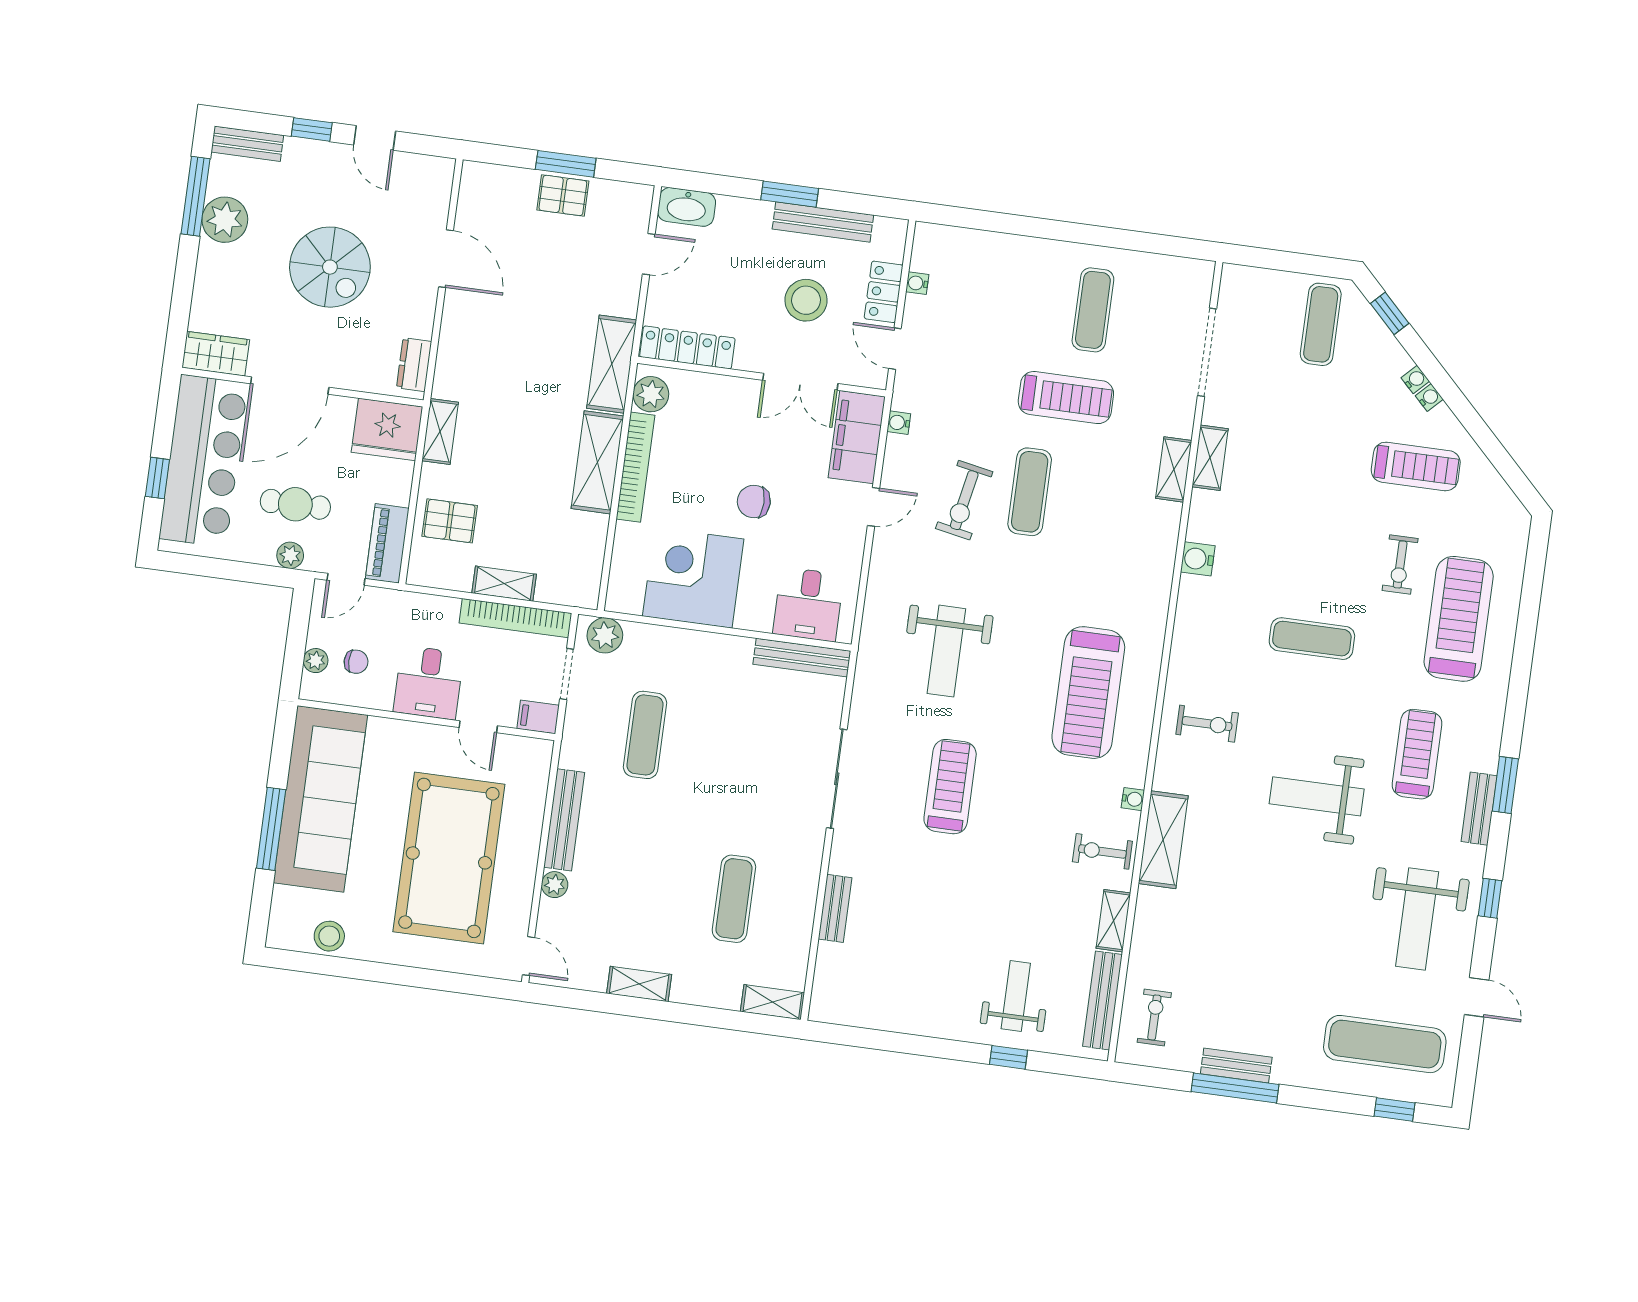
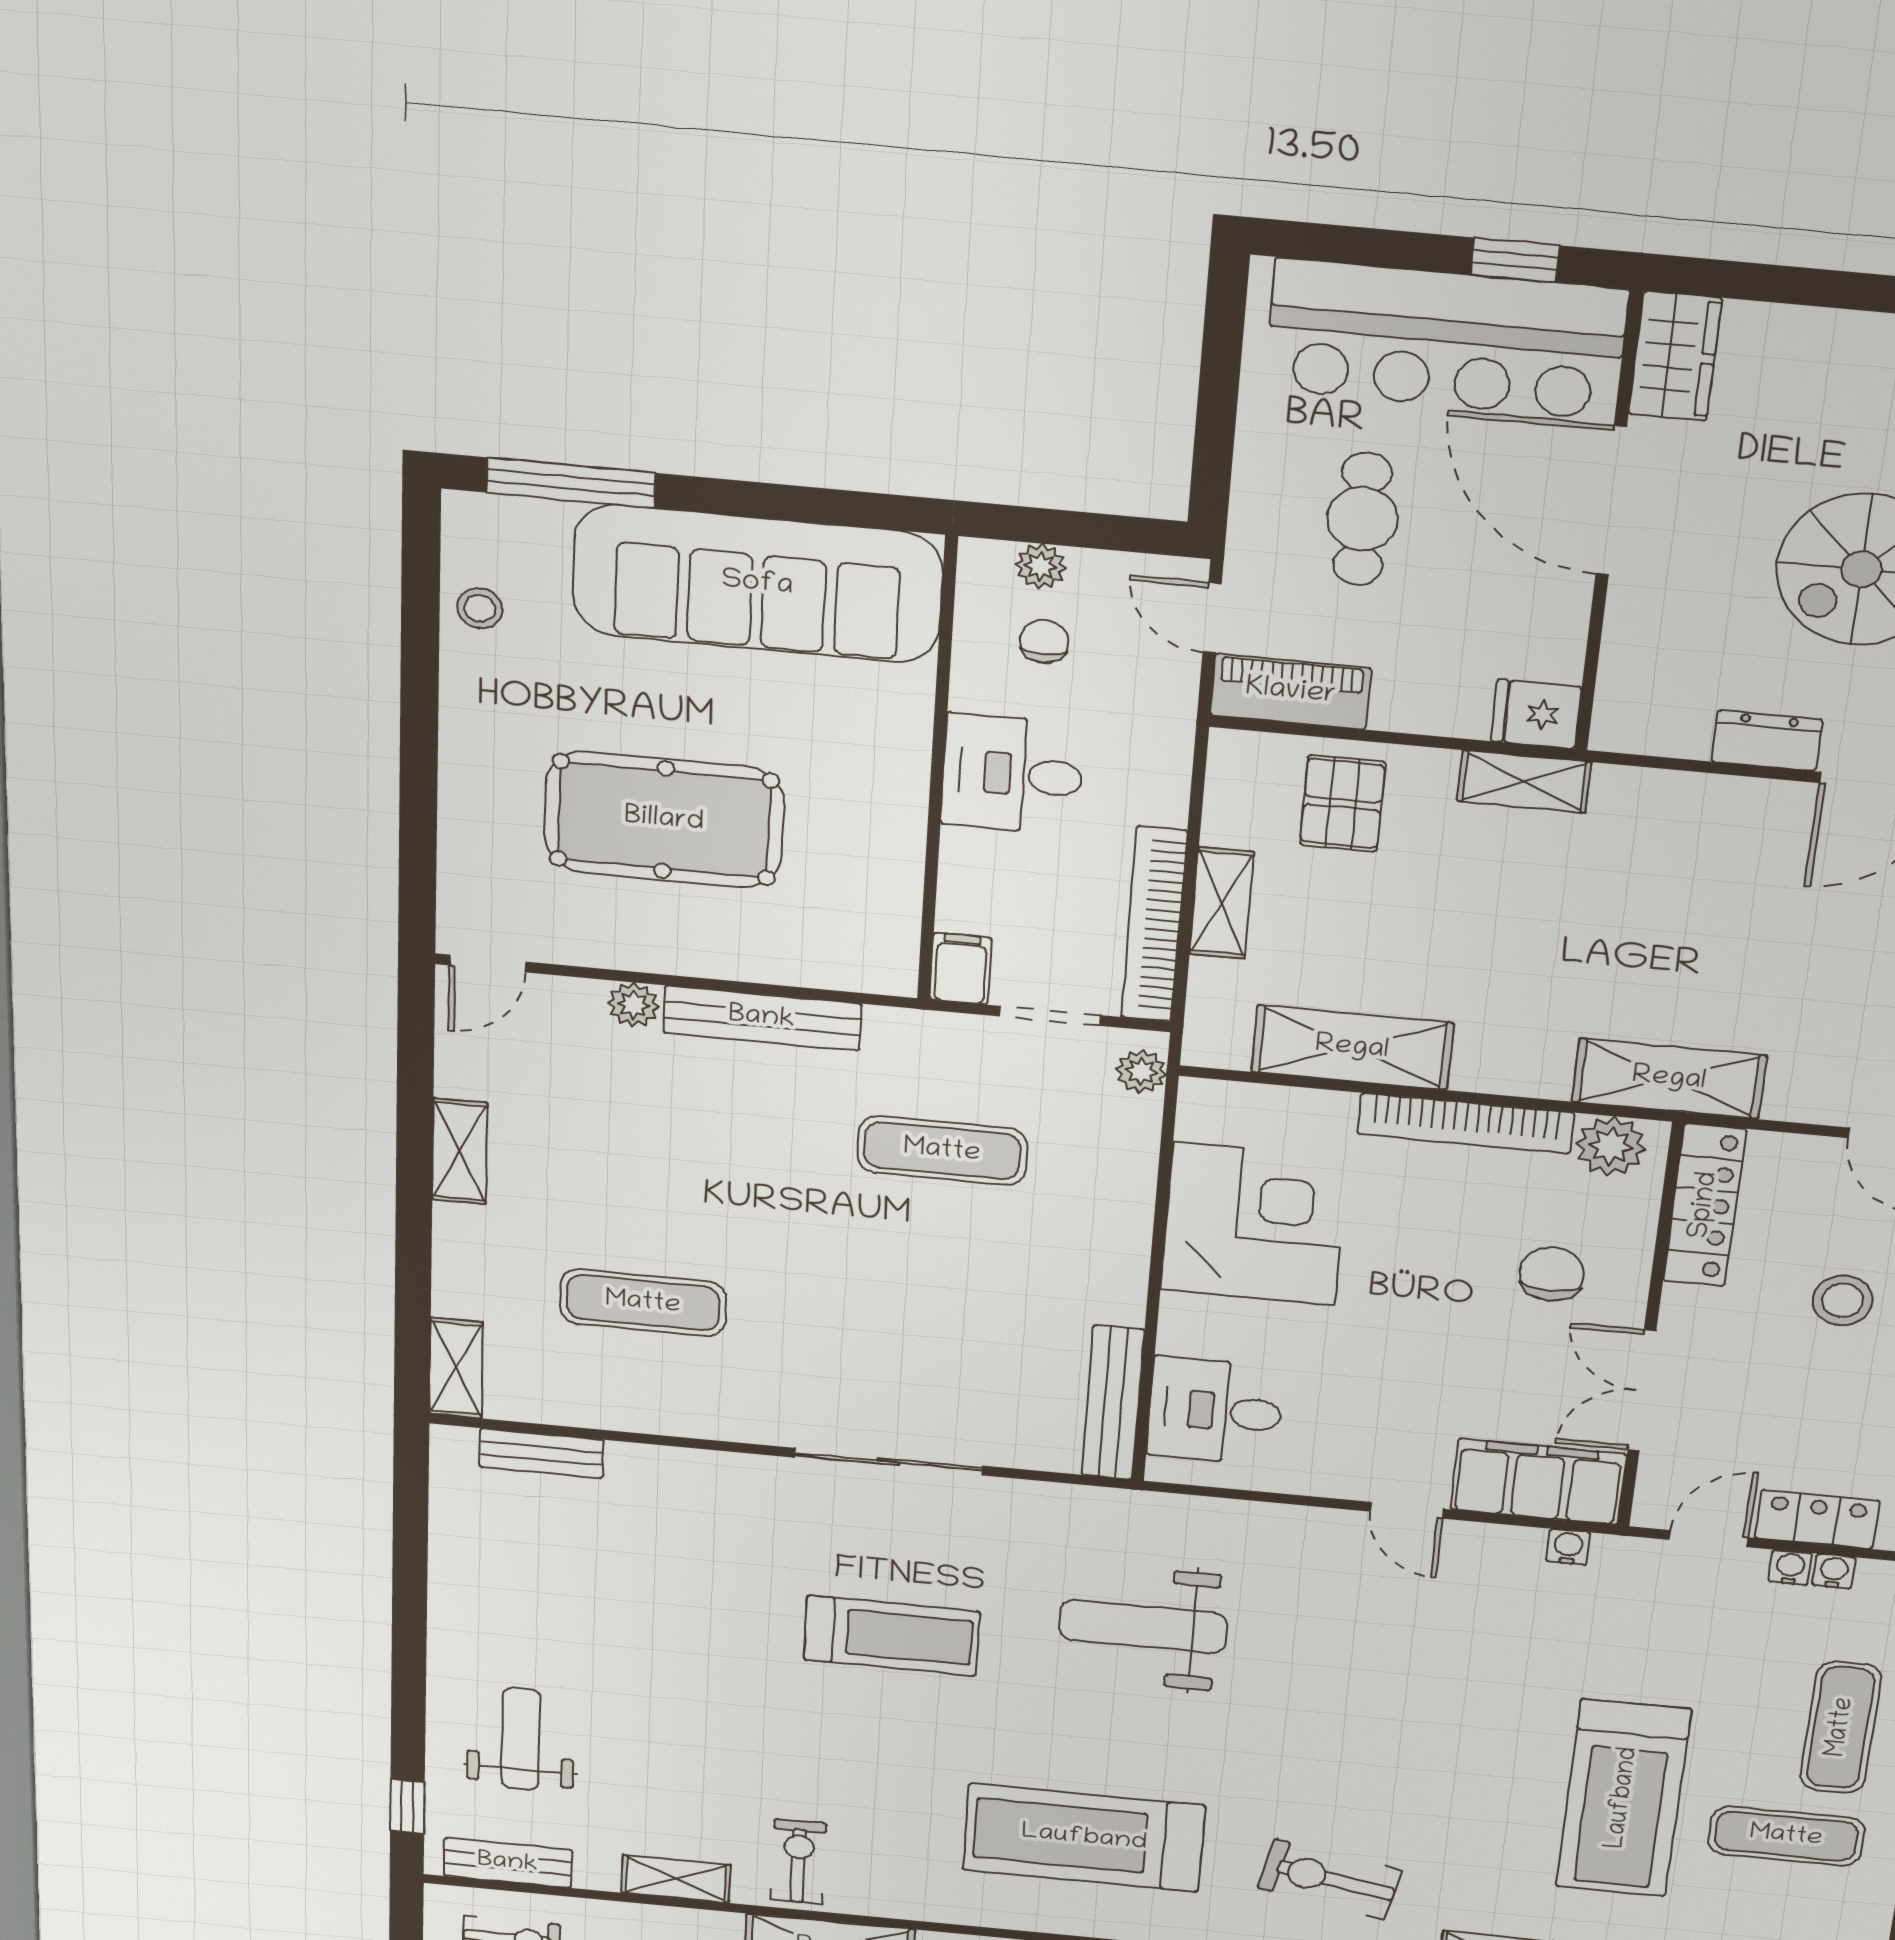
stool: (806, 300) -> (1842, 1300), moved, width x0.73, depth x0.73
dresser: (414, 365) -> (1767, 741), moved
treadmill: (1066, 398) -> (1623, 1798), width x1.37, depth x1.38
fridge: (387, 429) -> (1536, 714), width x0.53, depth x0.75
shelving: (597, 462) -> (1352, 1048), moved
window: (157, 478) -> (1515, 260), moved
exercise mat: (1030, 492) -> (1841, 1727), moved, turned 90
exercise bike: (964, 500) -> (1330, 1879), moved
chair: (754, 502) -> (1552, 1274), moved
plant: (290, 555) -> (1256, 512), removed
plant: (605, 635) -> (1141, 1072), width x0.73, depth x0.73
chair: (356, 662) -> (1044, 641), turned 180
door: (478, 727) -> (932, 865), removed
water cooler: (1133, 799) -> (1790, 1567), moved, turned 180
window: (271, 829) -> (571, 483), moved
pool table: (449, 858) -> (664, 820), width x0.73, depth x0.76
bench: (835, 908) -> (542, 1453), moved
stool: (329, 936) -> (480, 608), width x0.73, depth x0.73
weight bench: (1016, 996) -> (521, 1739), turned -90
bench: (1103, 1000) -> (508, 1863), width x0.73
window: (1009, 1057) -> (407, 1806), moved

